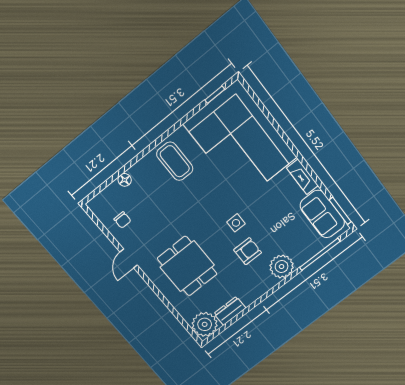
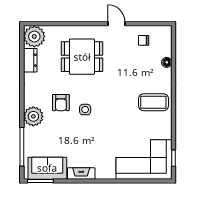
corner sofa: (240, 141) -> (144, 159), width x0.73, depth x0.74

